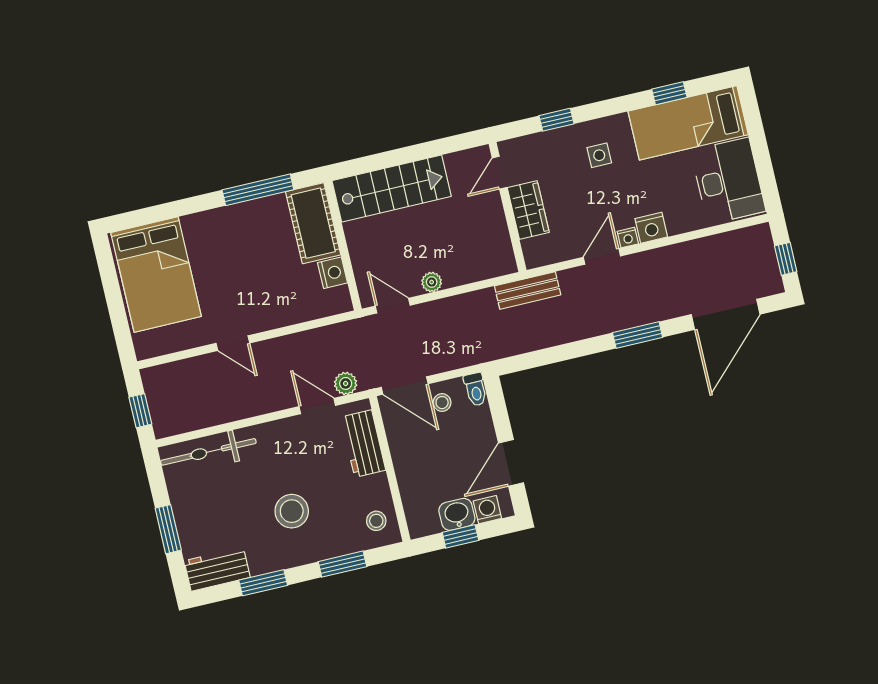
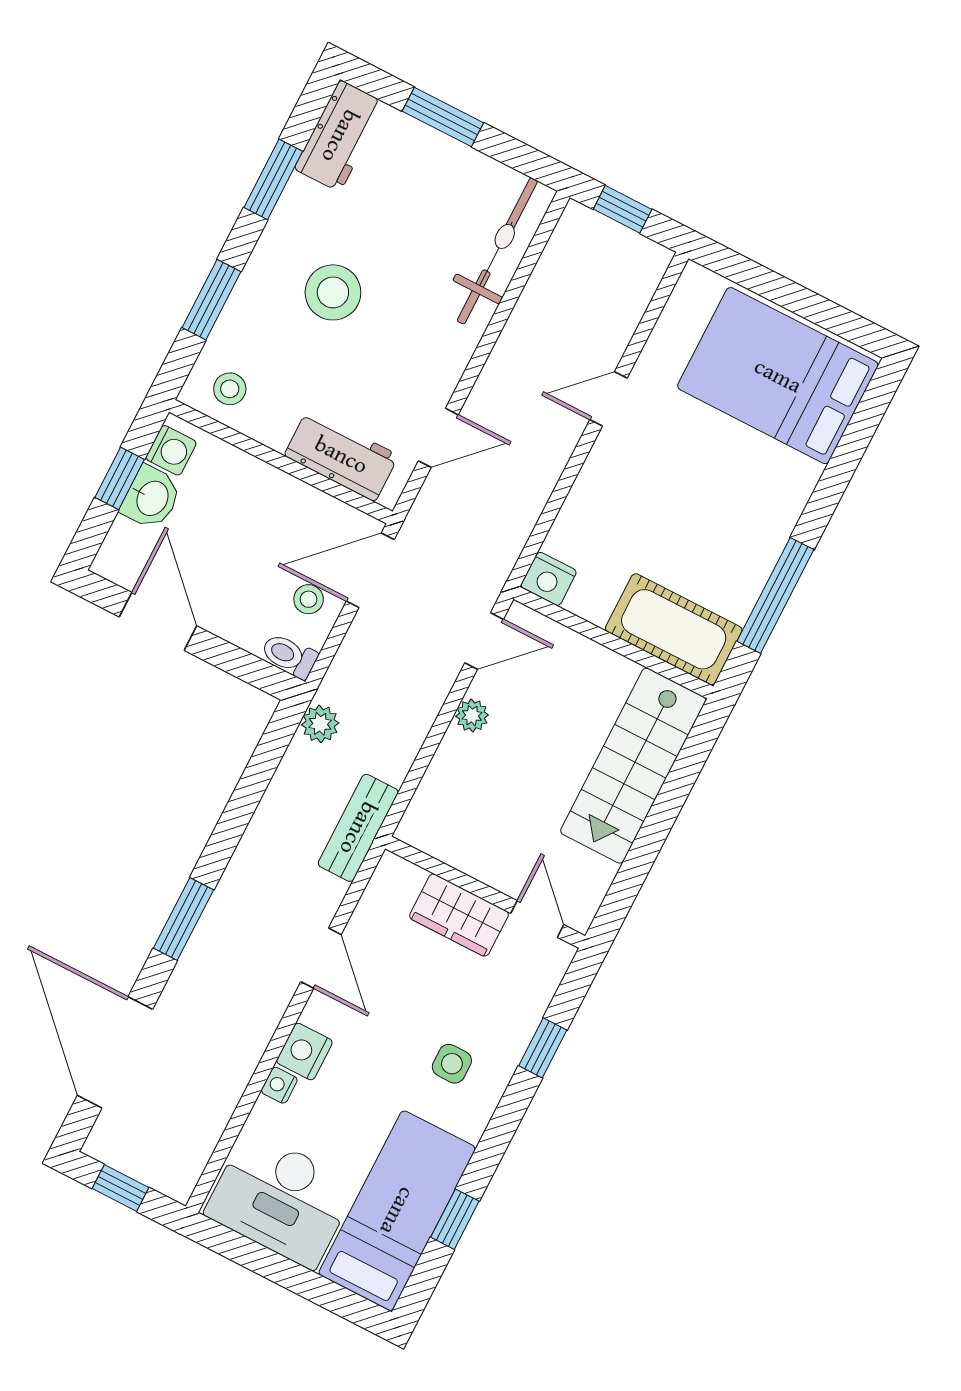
nightstand: (628, 238) -> (279, 1085), moved
nightstand: (332, 273) -> (549, 579), moved
plant: (346, 383) -> (320, 724), moved
washing machine: (487, 510) -> (171, 450), moved

